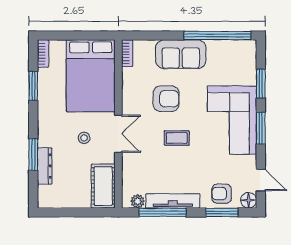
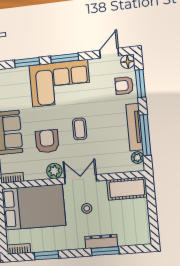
plant: (131, 104) -> (54, 171), added
dresser: (45, 166) -> (101, 242), moved
armchair: (222, 194) -> (124, 86), turned 90

